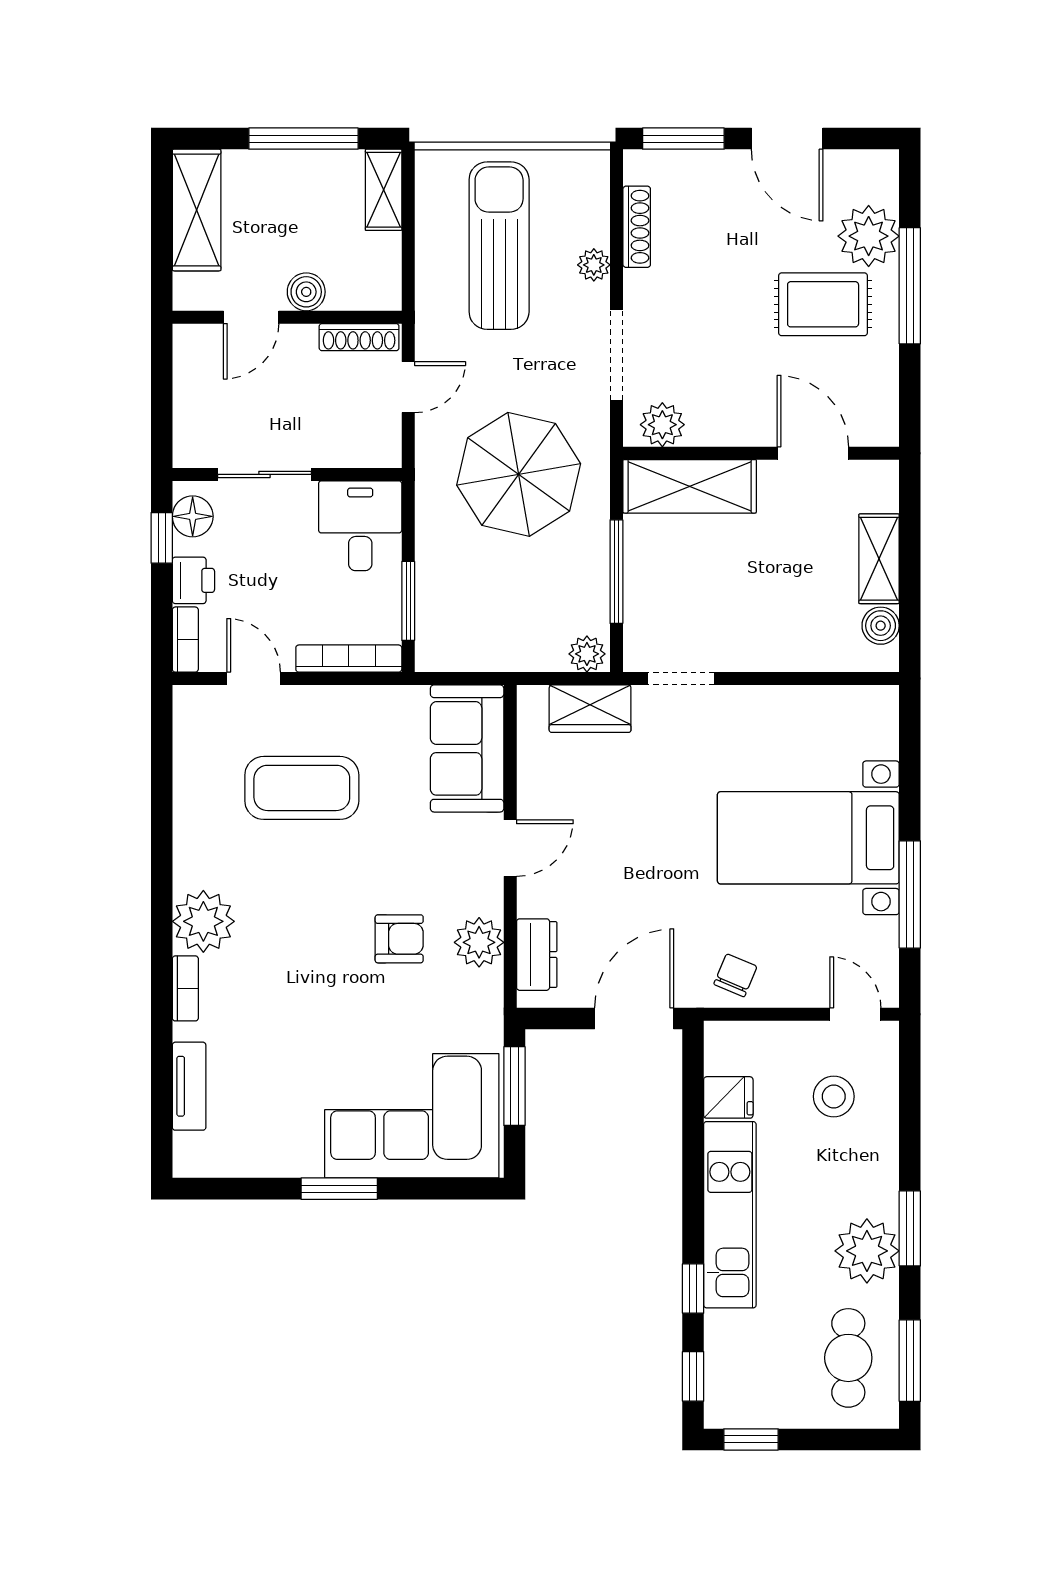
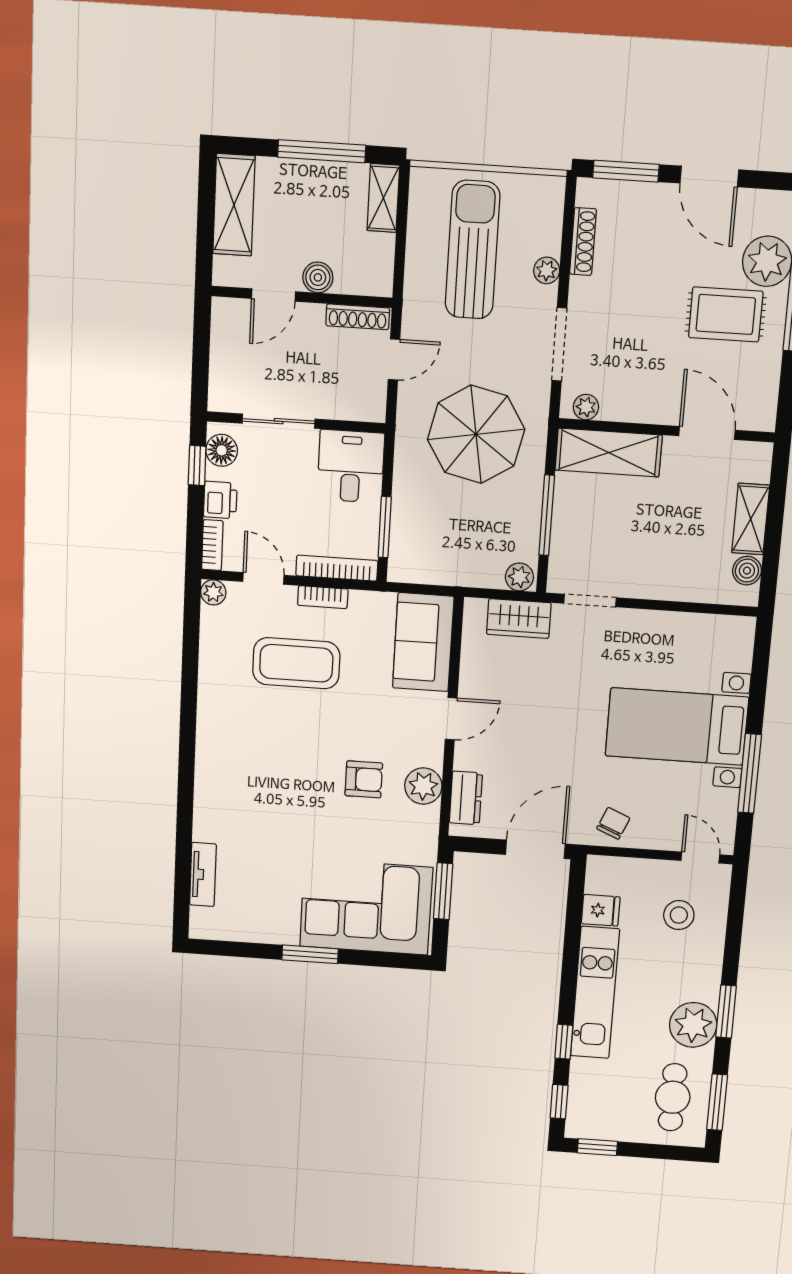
plant: (662, 425) -> (586, 407), width x0.73, depth x0.73
plant: (203, 921) -> (213, 592), moved, width x0.53, depth x0.53
bookcase: (185, 988) -> (323, 597), moved, turned 90

